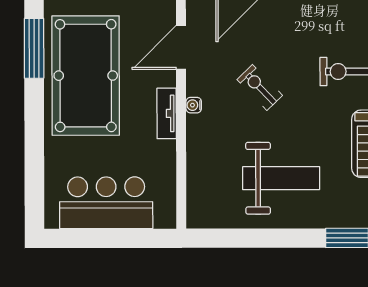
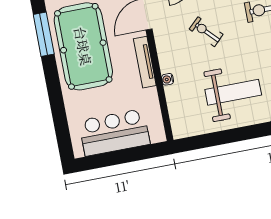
water cooler: (194, 105) -> (168, 79), moved
tv unit: (167, 113) -> (145, 62), width x1.41

